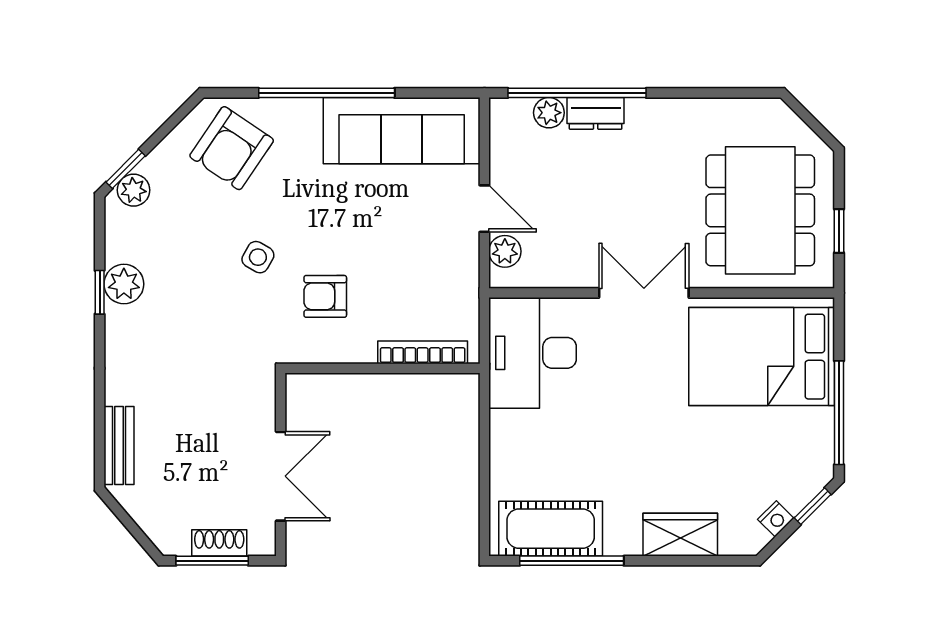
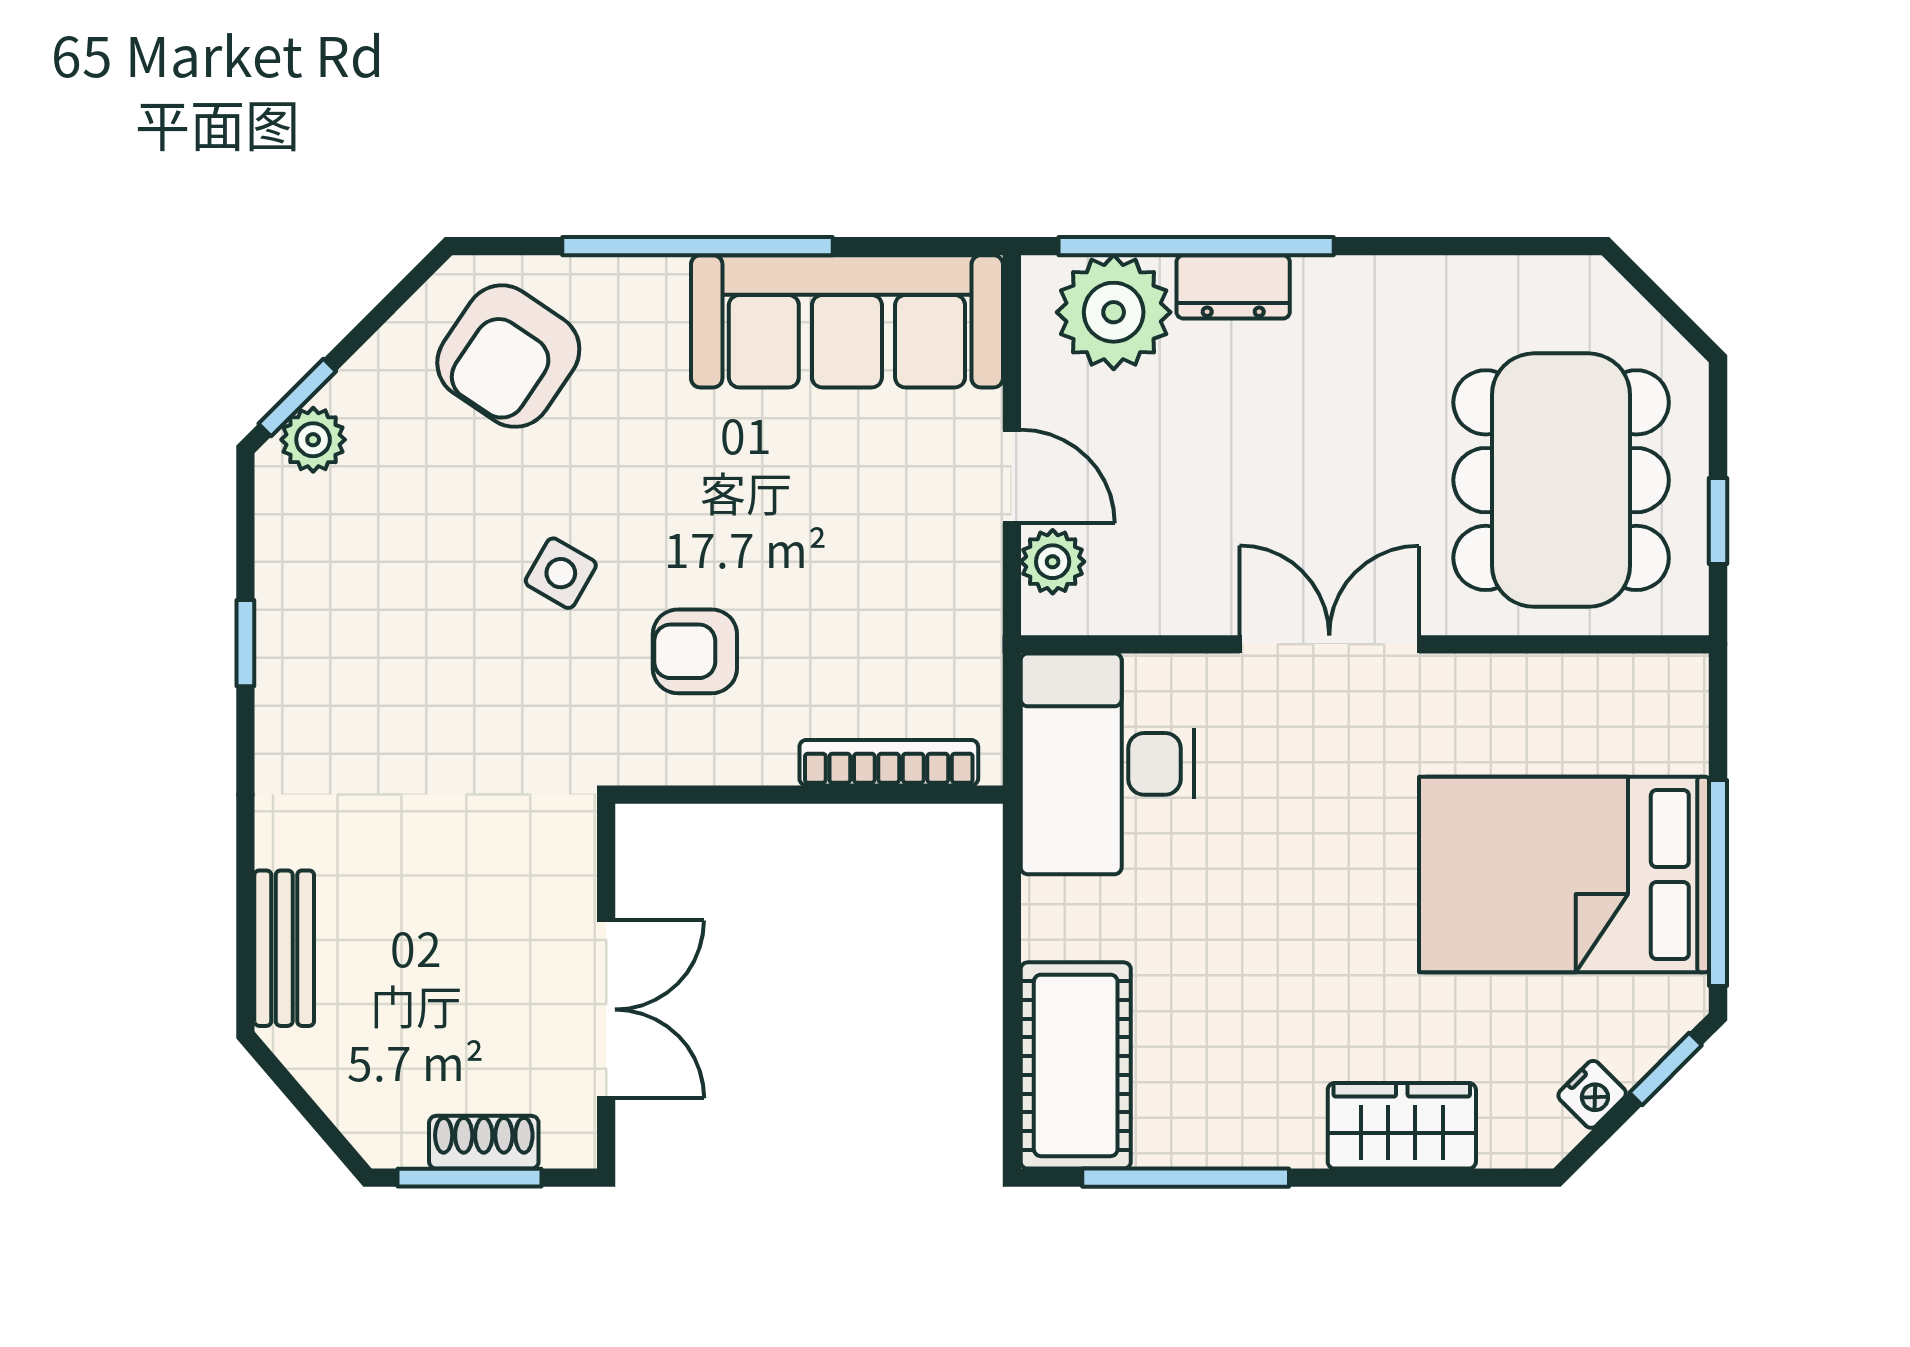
plant: (549, 113) -> (1114, 312), width x1.88, depth x1.88
plant: (124, 284) -> (294, 627), removed
bed: (762, 357) -> (1564, 875), moved
cot: (551, 529) -> (1076, 1065), moved, turned 90

